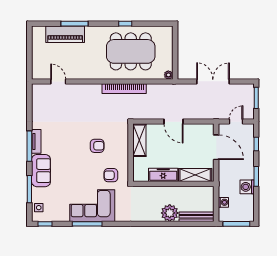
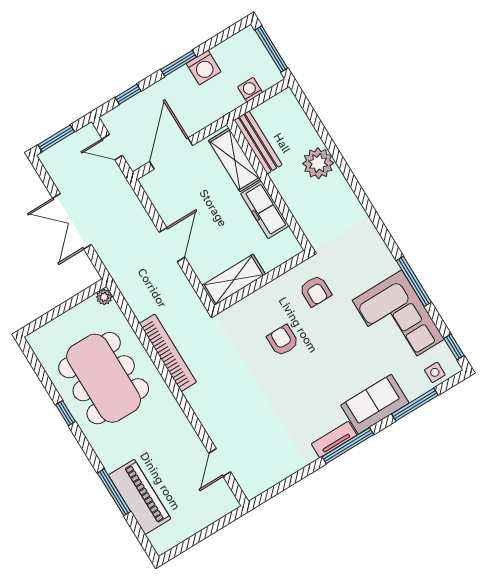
corner sofa: (92, 206) -> (398, 320), moved
bench: (197, 217) -> (258, 142), moved

